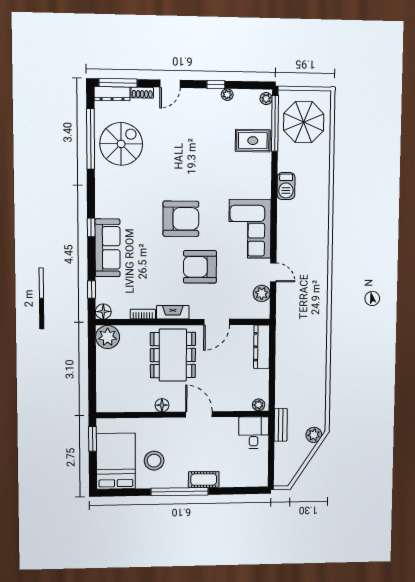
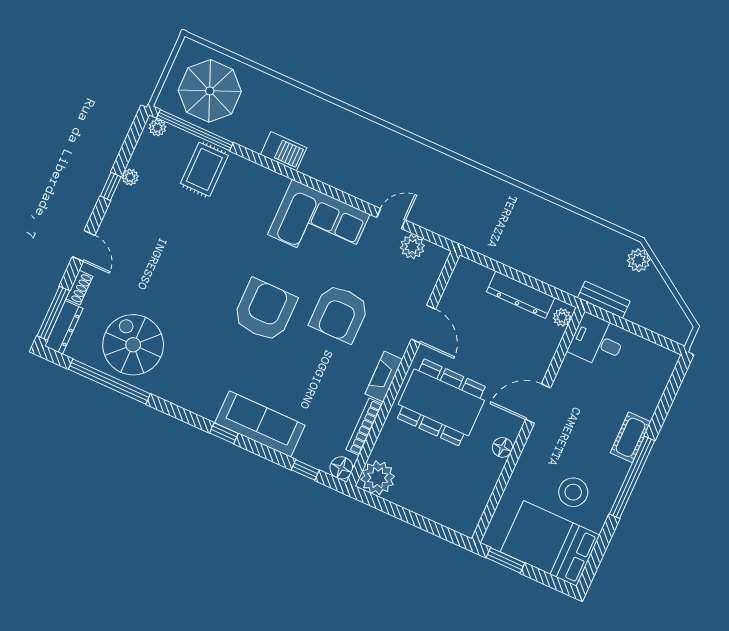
bookcase: (143, 314) -> (364, 427), width x1.56
dresser: (262, 347) -> (521, 295), moved

